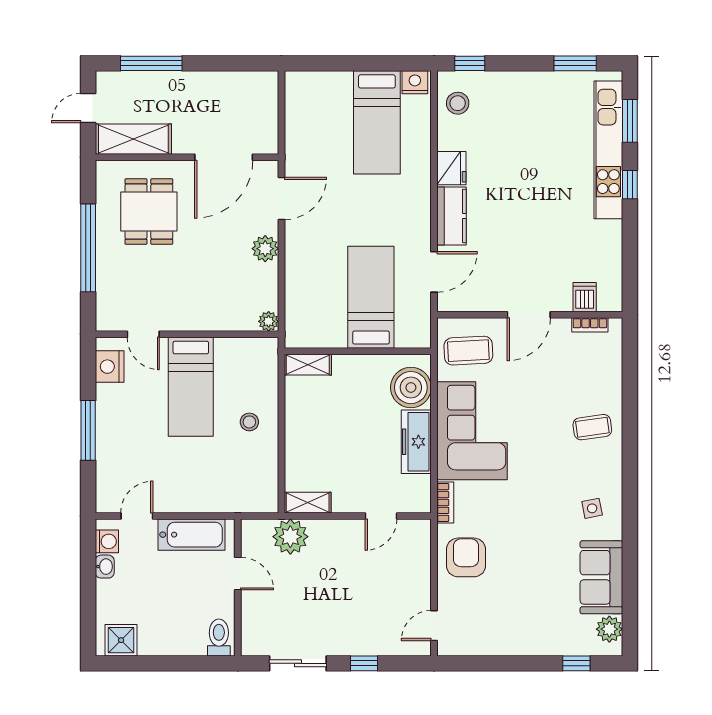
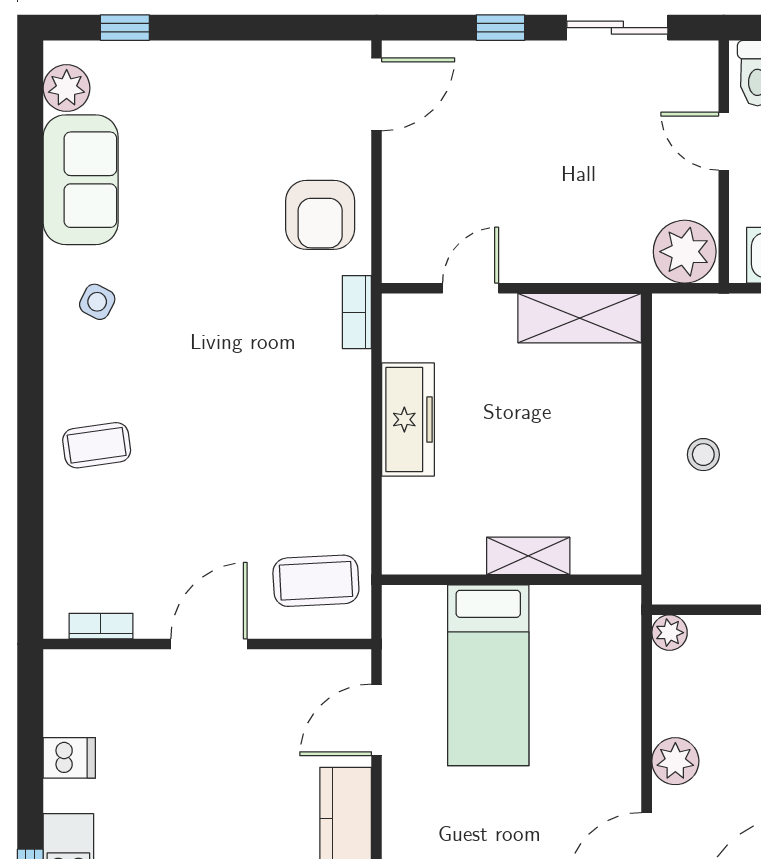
dishwasher: (585, 297) -> (69, 758), moved, turned -90
shelving: (308, 365) -> (528, 556), moved
boiler: (411, 388) -> (418, 515), removed
corner sofa: (472, 431) -> (309, 439), removed
shelving: (308, 503) -> (580, 318), width x1.50, depth x1.33
side table: (592, 508) -> (97, 302), turned 38
plant: (290, 537) -> (685, 252), moved
door: (238, 574) -> (724, 141), moved
door: (434, 626) -> (377, 94), width x1.38

